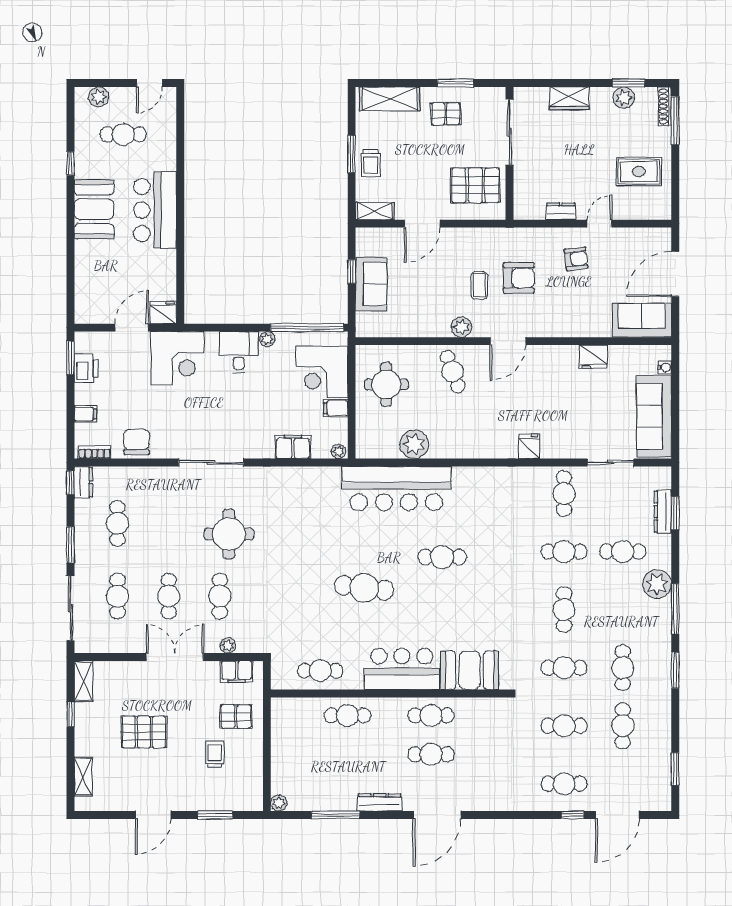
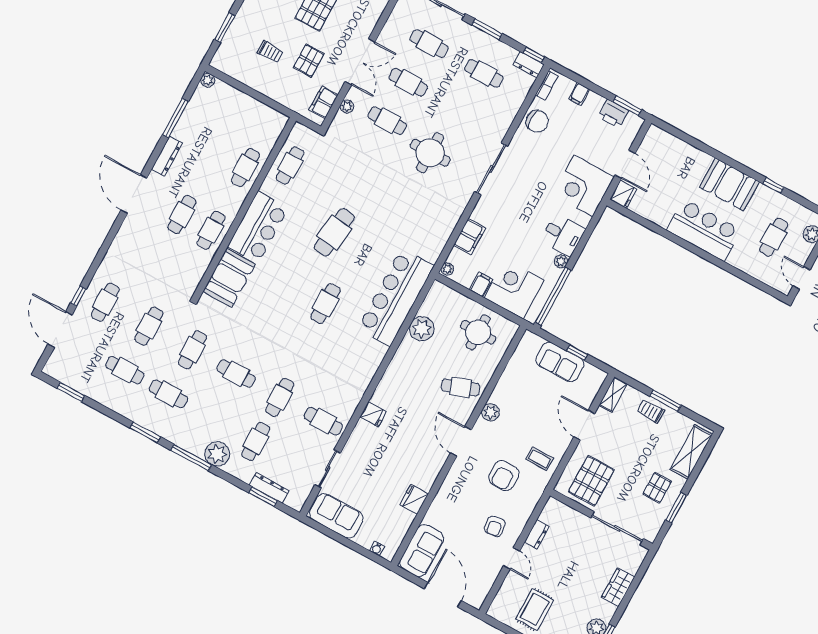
coffee table: (479, 285) -> (540, 459), moved
sofa: (654, 416) -> (336, 516), width x0.73
pallet: (236, 717) -> (309, 61), moved

